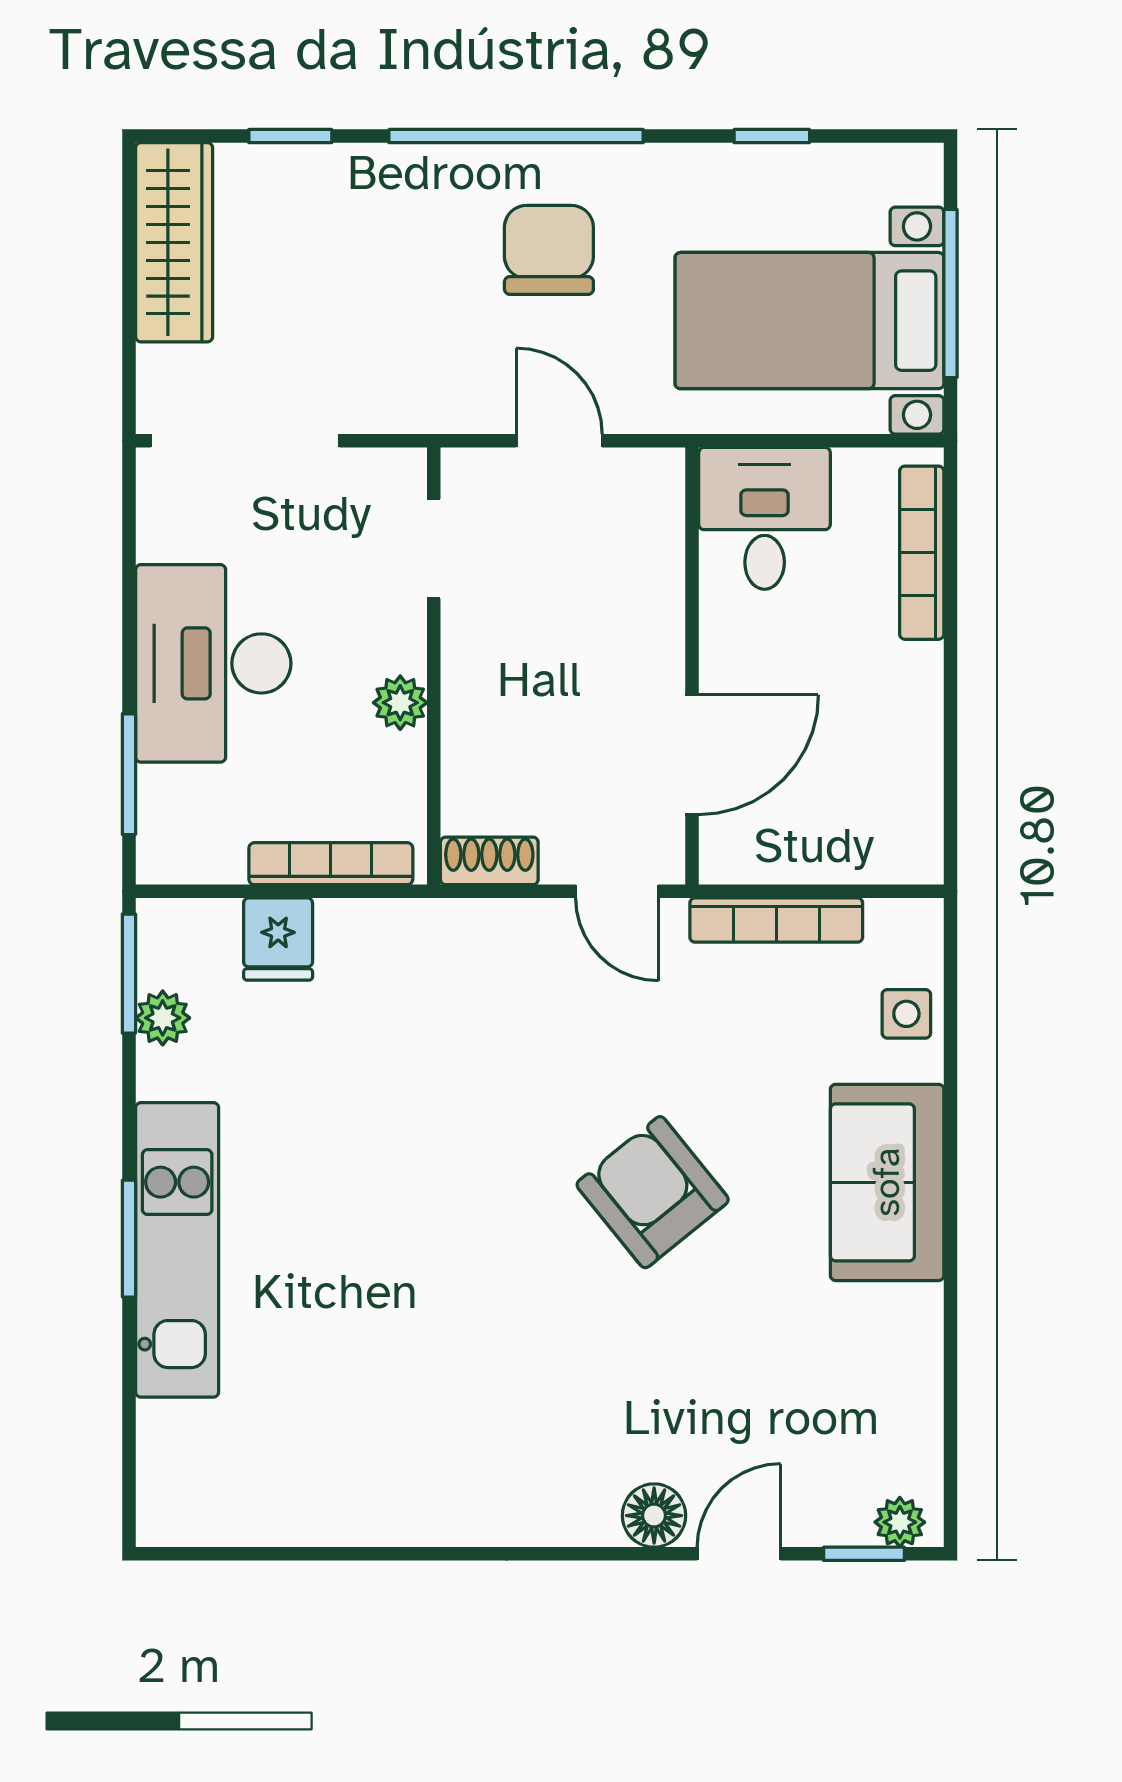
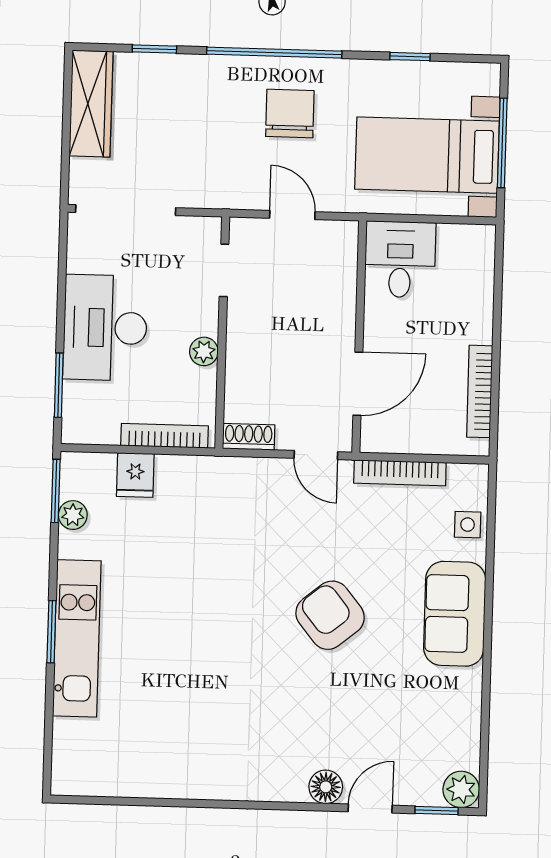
bookcase: (922, 553) -> (480, 391), moved
plant: (900, 1522) -> (461, 789), width x1.38, depth x1.38

